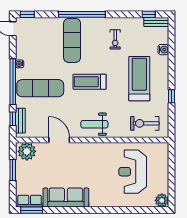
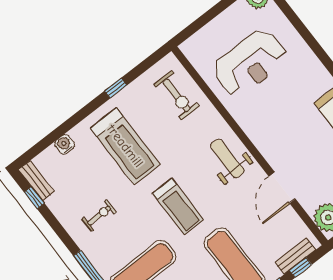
treadmill: (139, 79) -> (125, 146), turned -90
weight bench: (94, 124) -> (227, 158), turned 180

